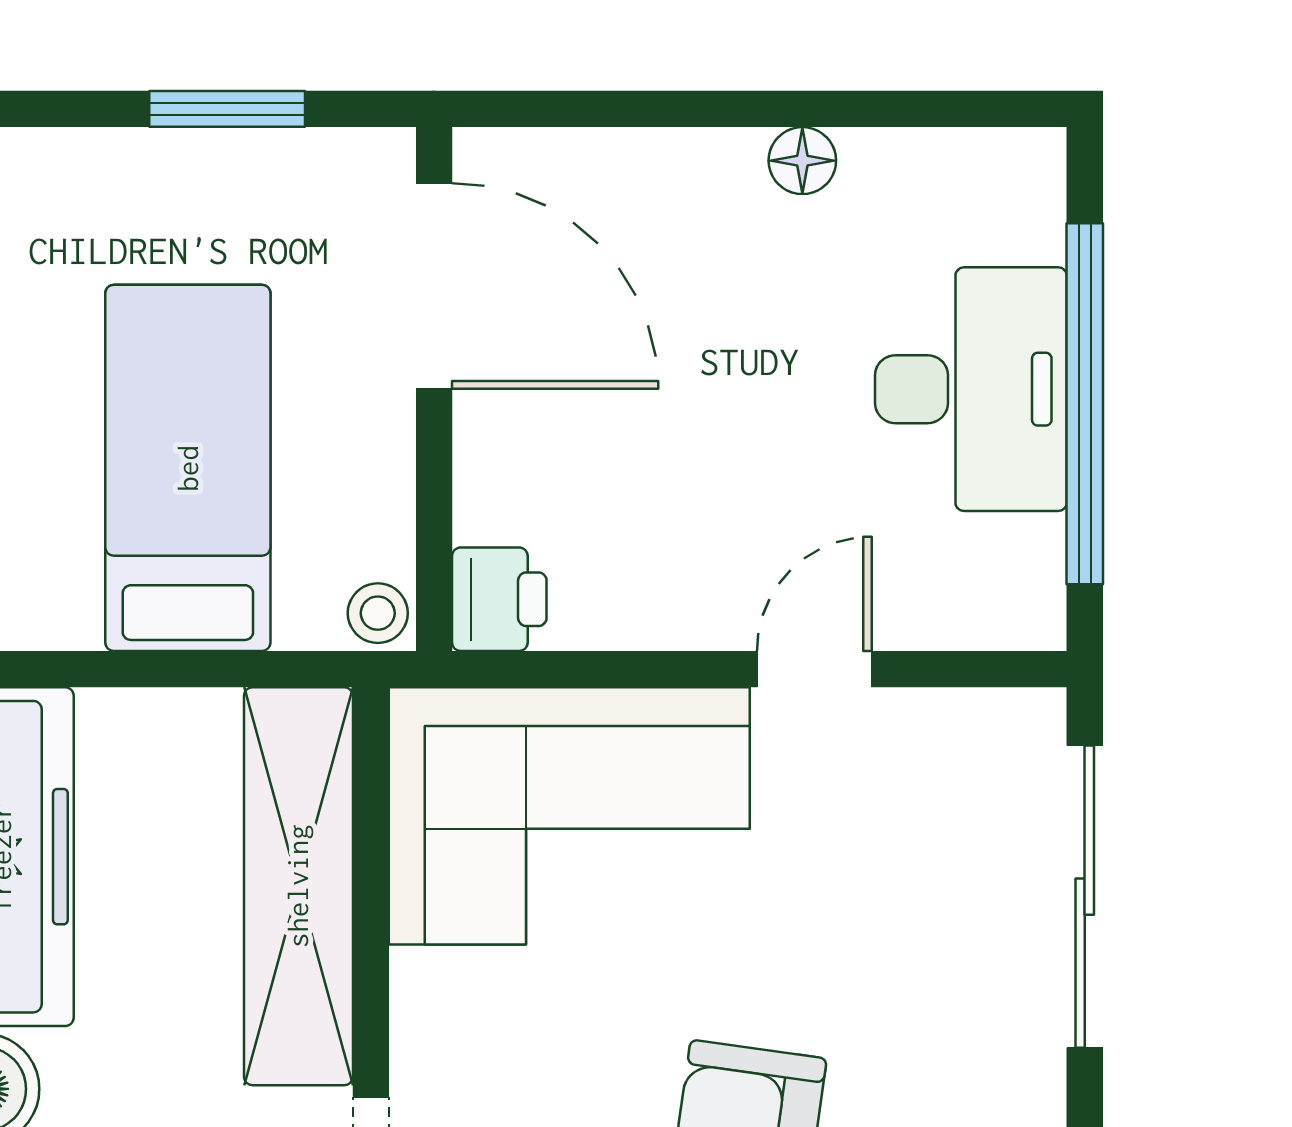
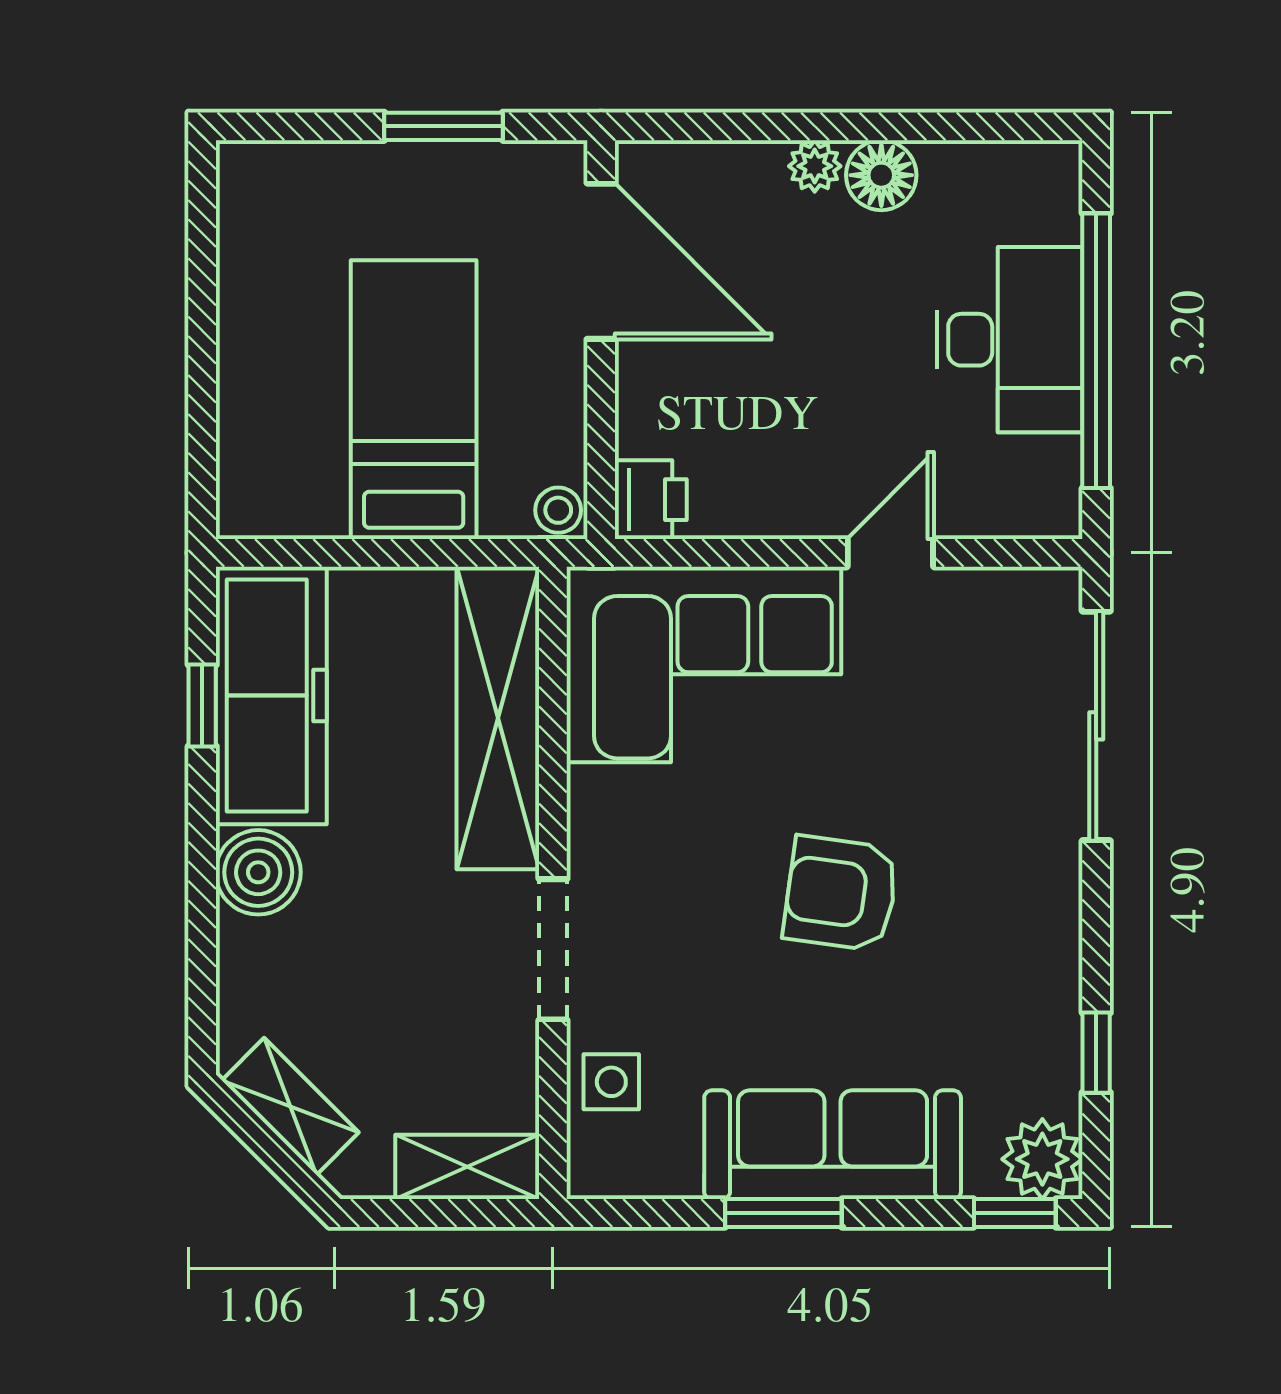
plant: (715, 161) -> (815, 166), added
floor lamp: (802, 161) -> (881, 175), width x1.37, depth x1.37

